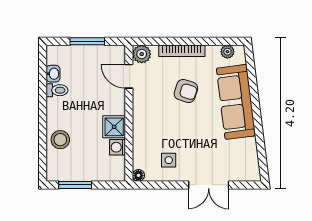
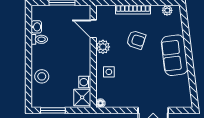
plant: (142, 54) -> (103, 47), moved
sofa: (236, 102) -> (175, 55), width x0.73
shower: (114, 127) -> (82, 97), moved
side table: (169, 160) -> (109, 72), moved

